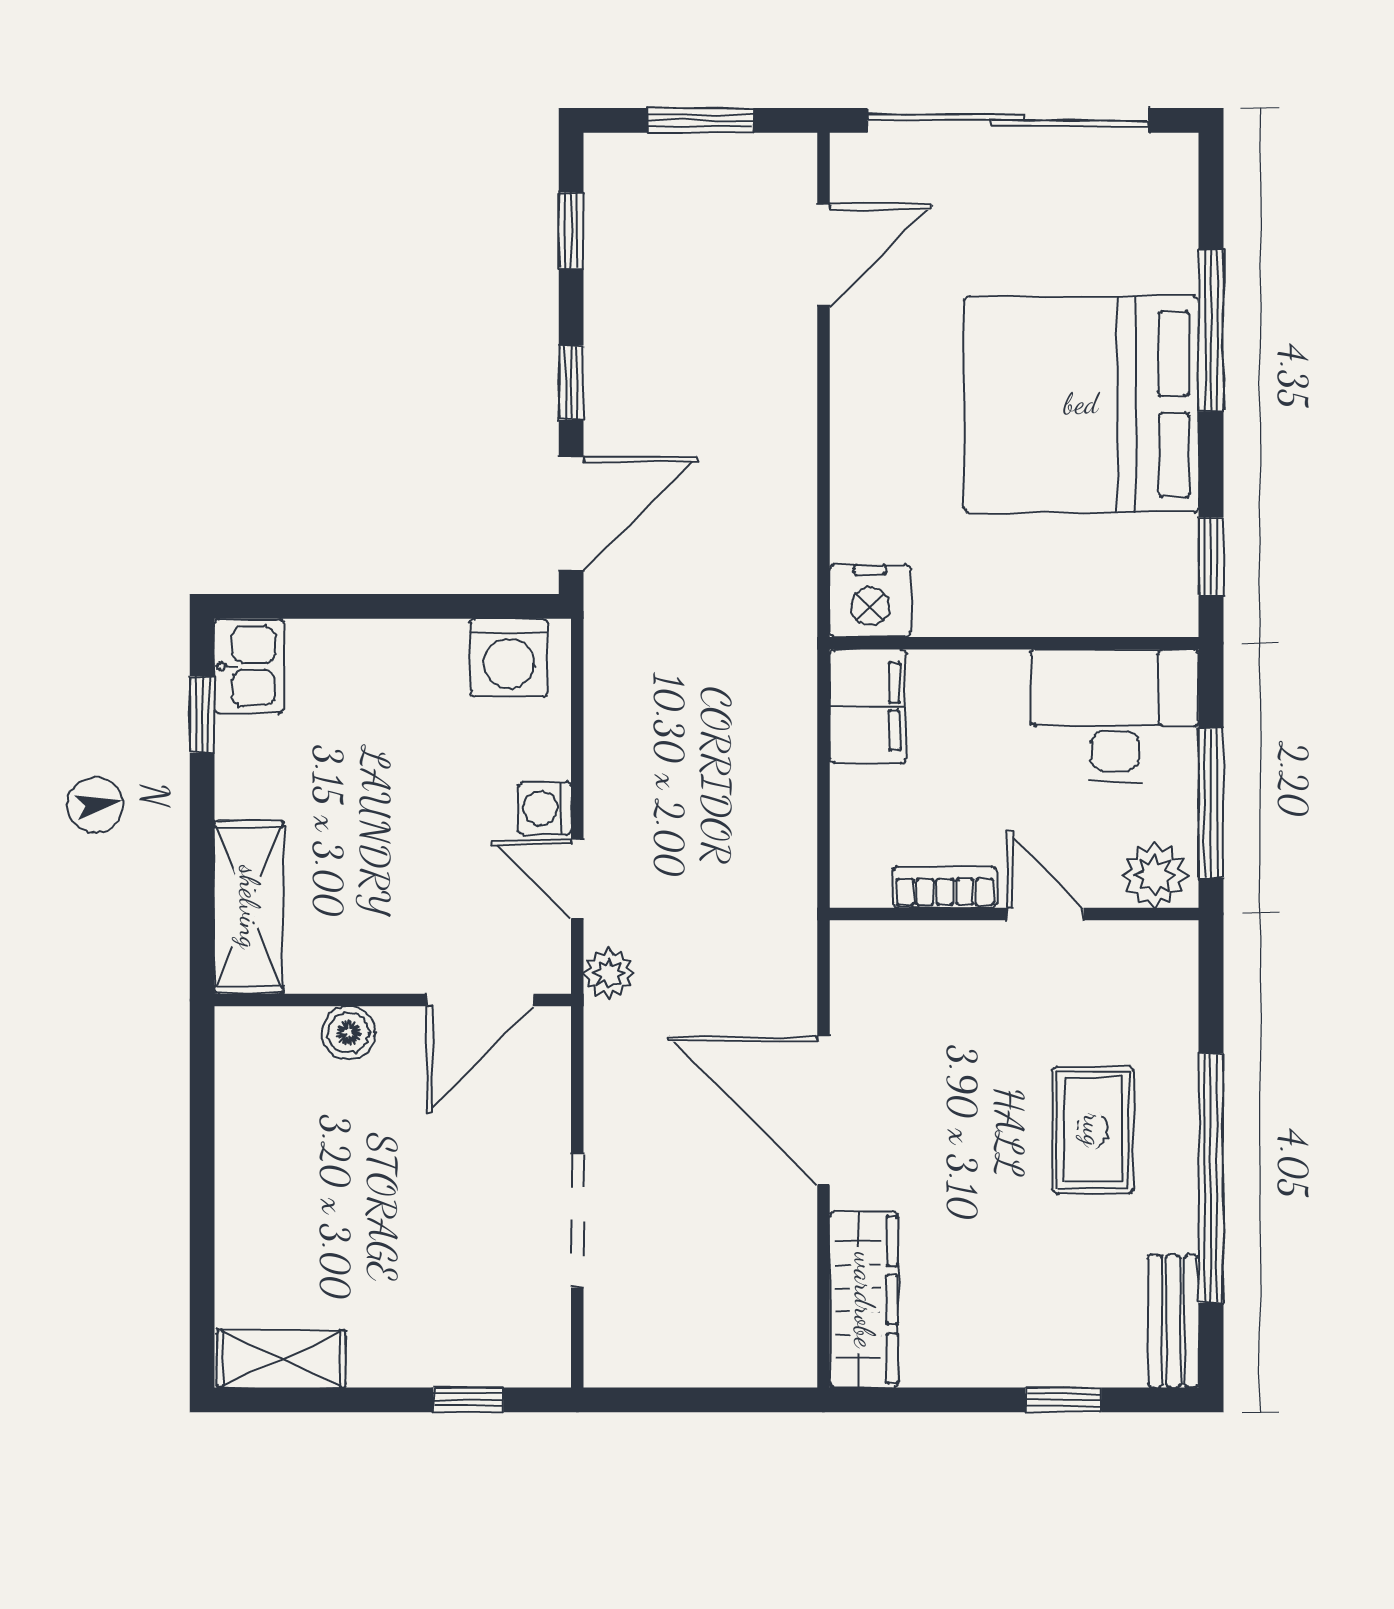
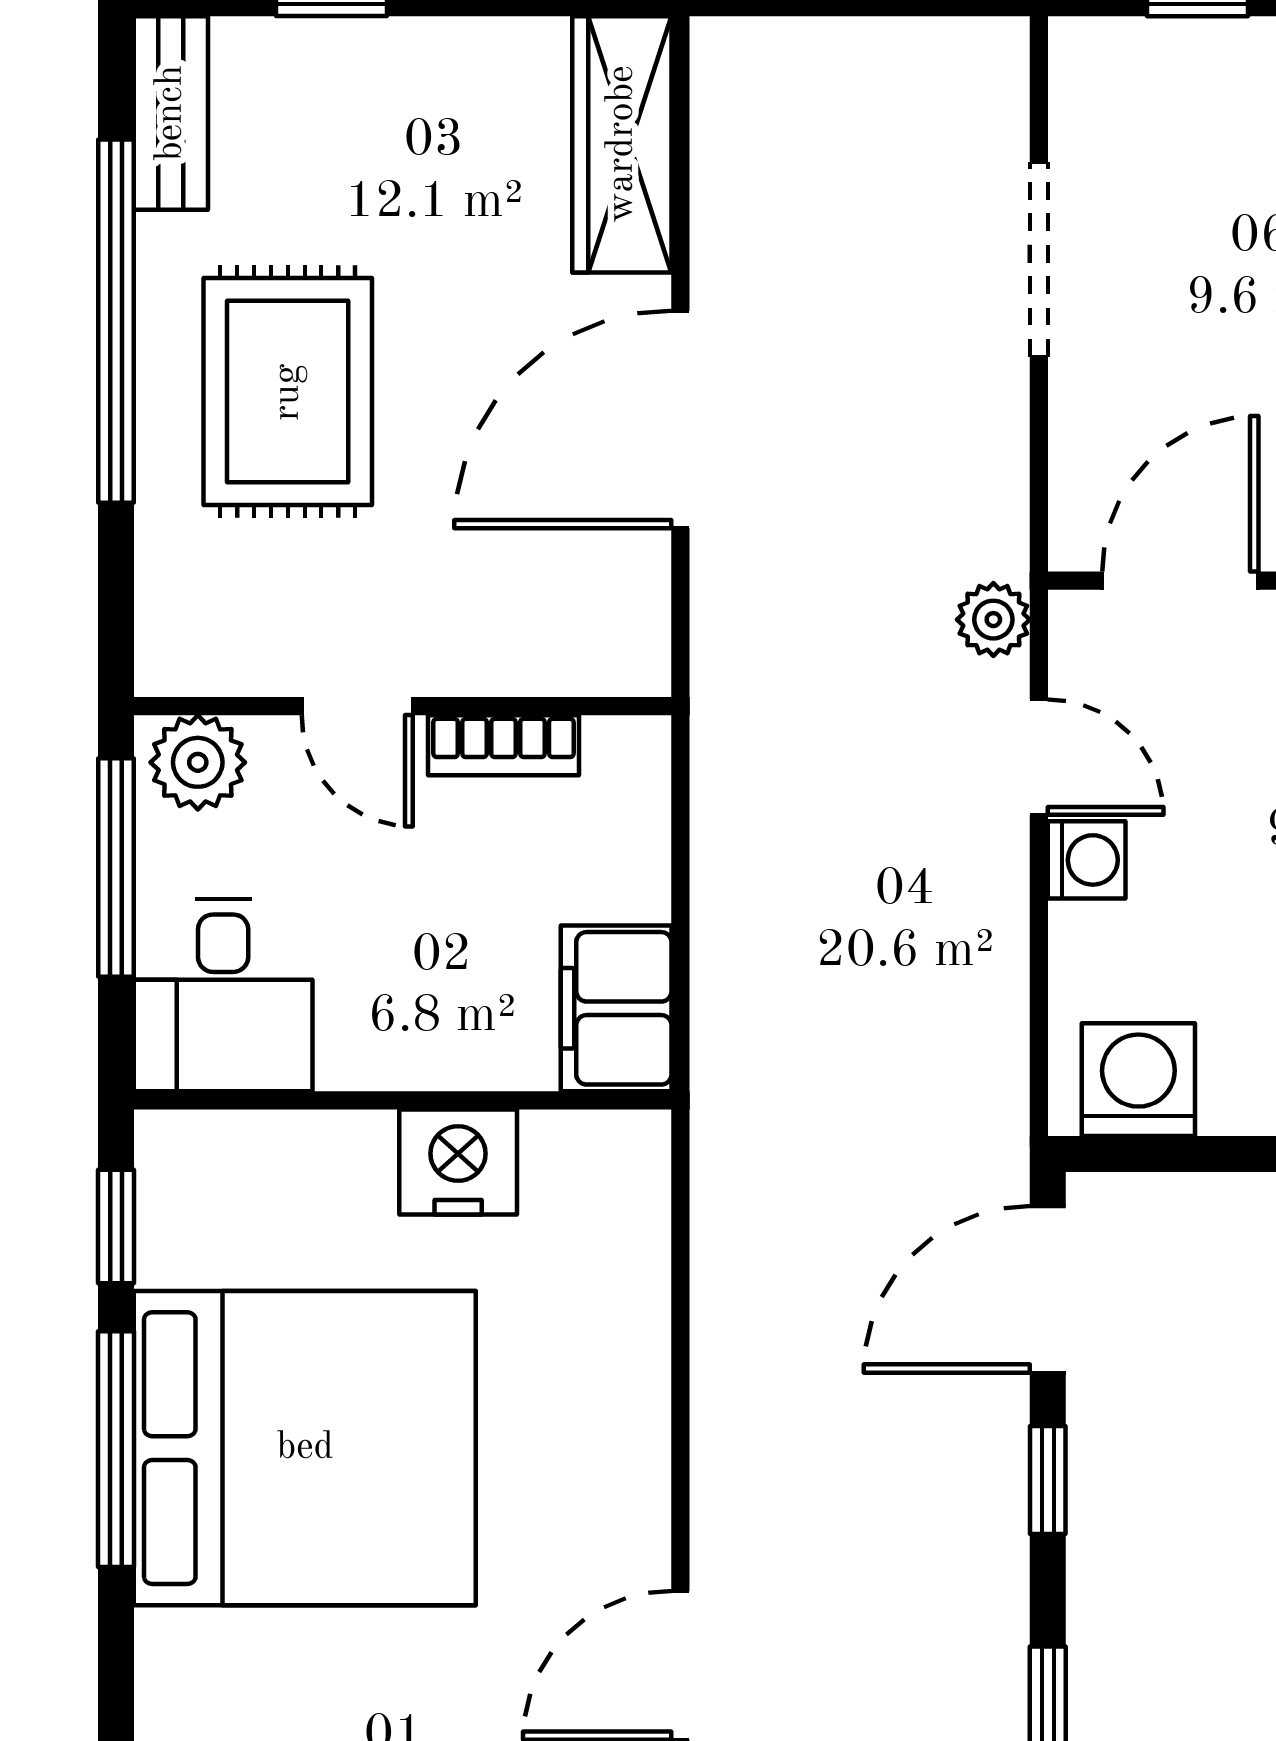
window: (1211, 330) -> (116, 1449), moved
nightstand: (870, 601) -> (458, 1162), moved
desk: (1115, 715) -> (223, 995), width x0.73
door: (823, 1111) -> (680, 419), swing flipped
rug: (1093, 1130) -> (288, 392), width x1.36, depth x1.43

